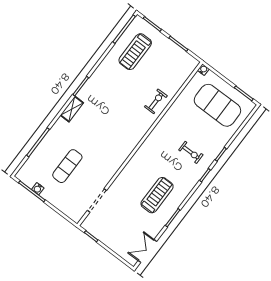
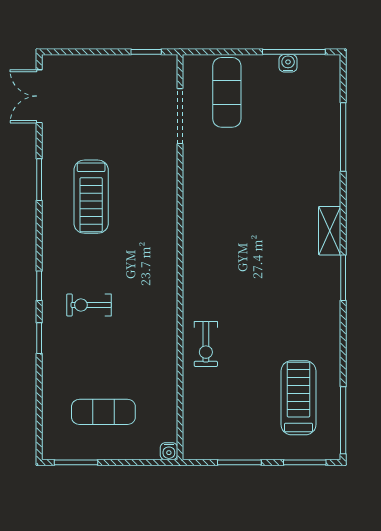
exercise mat: (217, 105) -> (103, 412), width x0.50, depth x0.69
exercise mat: (67, 166) -> (227, 92), moved
double door: (147, 251) -> (39, 96), swing flipped

